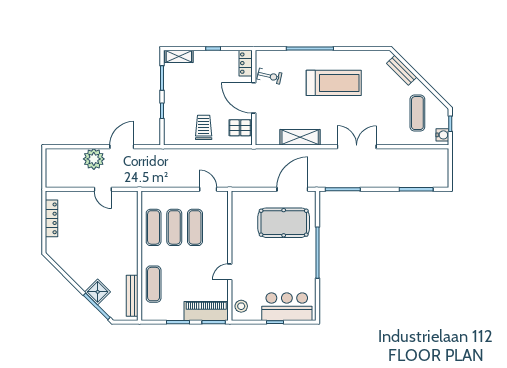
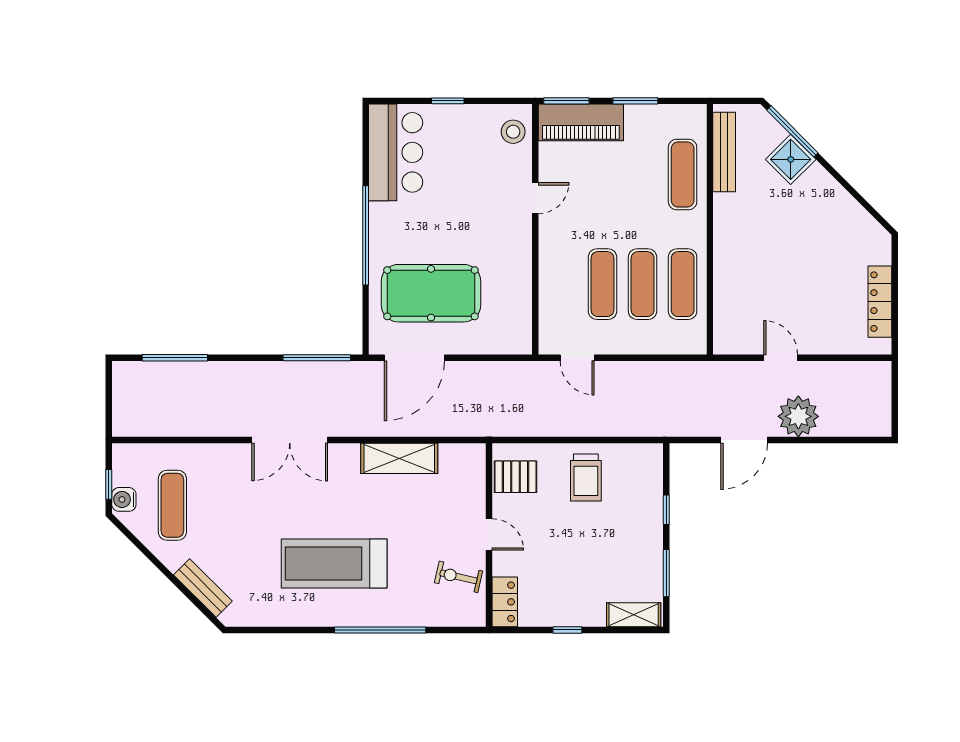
door: (254, 98) -> (489, 534), width x0.53
water cooler: (442, 135) -> (124, 499), moved
bar counter: (287, 307) -> (396, 152), moved, turned -90

